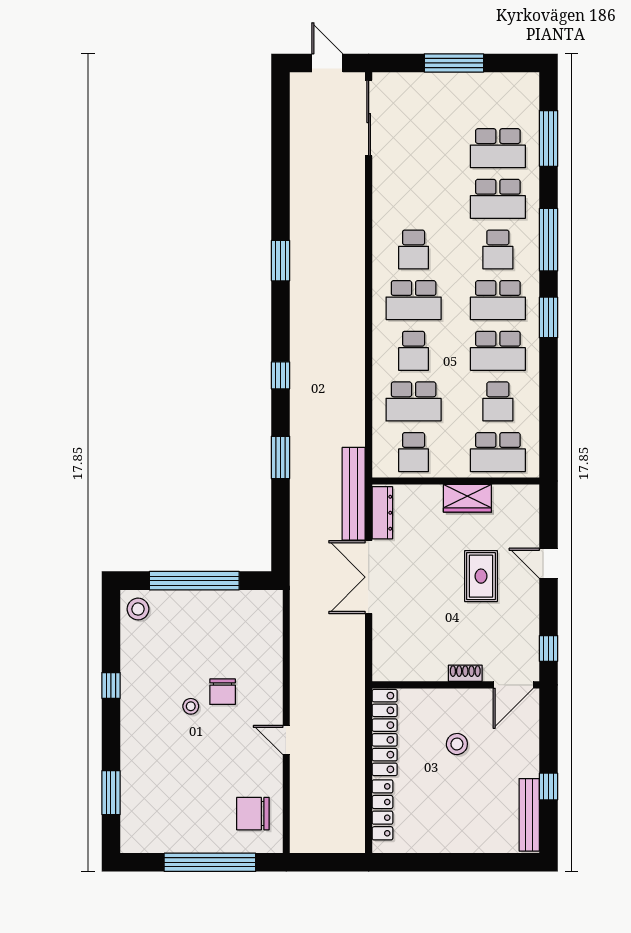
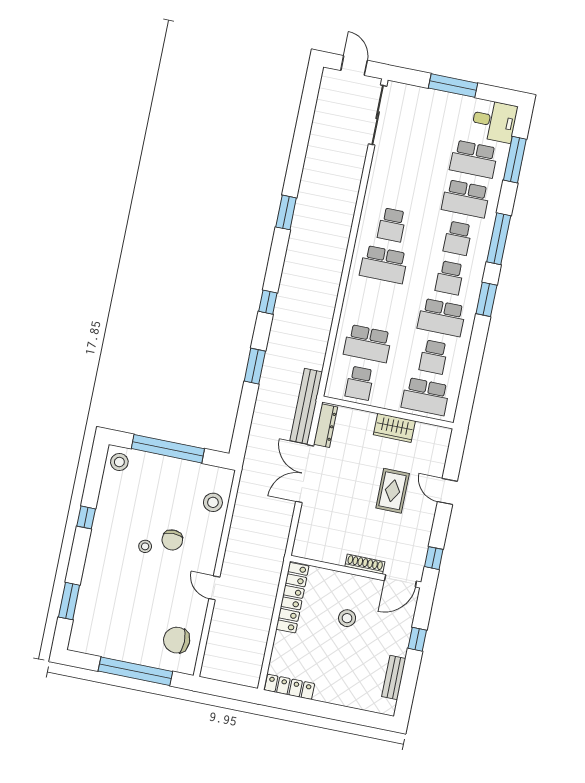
desk: (513, 96) -> (494, 121), added
school desk: (498, 300) -> (450, 278), width x0.54
school desk: (414, 351) -> (376, 304), removed
stool: (263, 635) -> (213, 502), added
shoe rack: (465, 673) -> (365, 564), width x1.43
window: (548, 787) -> (417, 639), moved
locker: (382, 810) -> (290, 687), moved, turned -90
bench: (529, 815) -> (394, 677), width x0.73

